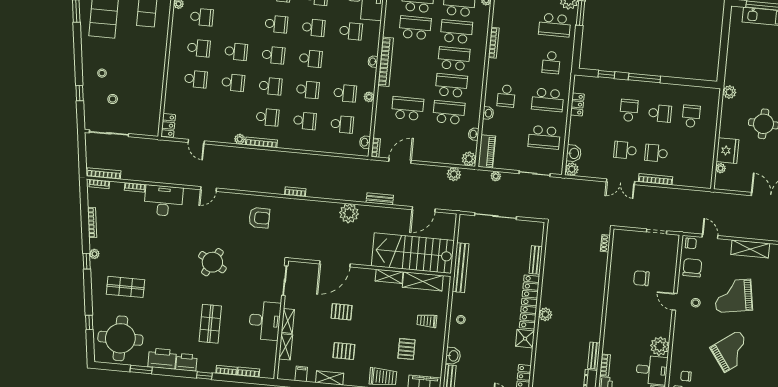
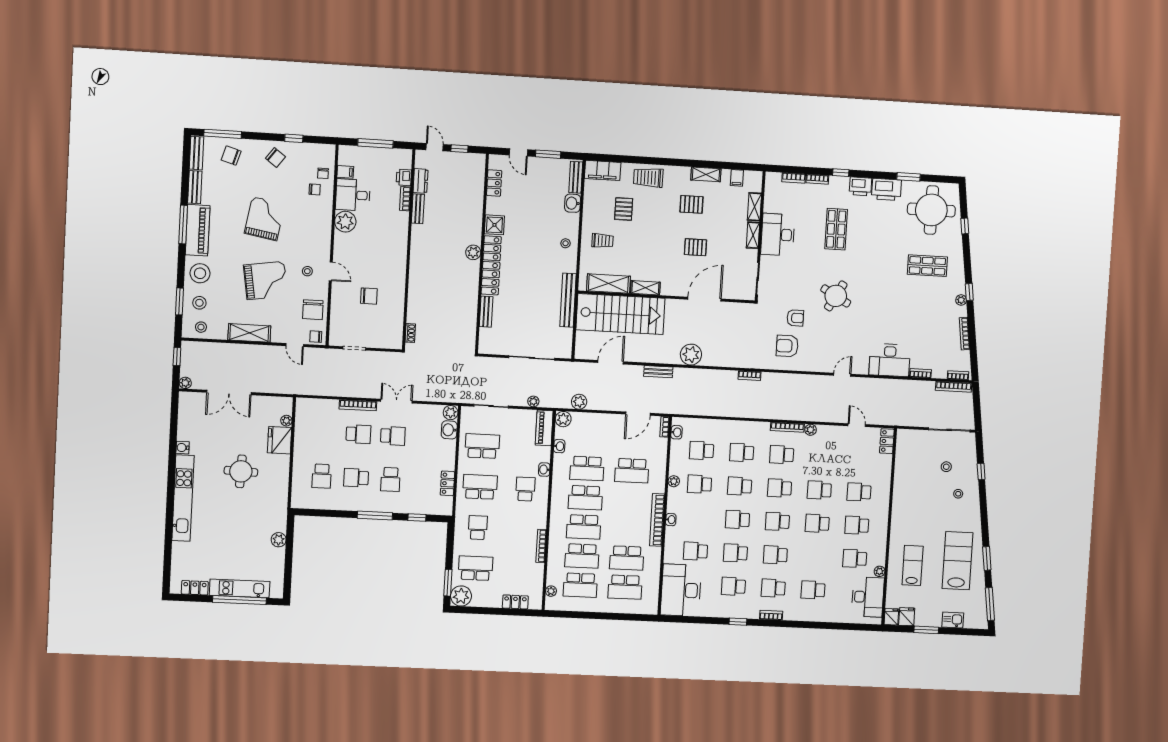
plant: (729, 92) -> (279, 540), moved
armchair: (251, 243) -> (795, 318), added
grand piano: (732, 351) -> (265, 219), turned 136

